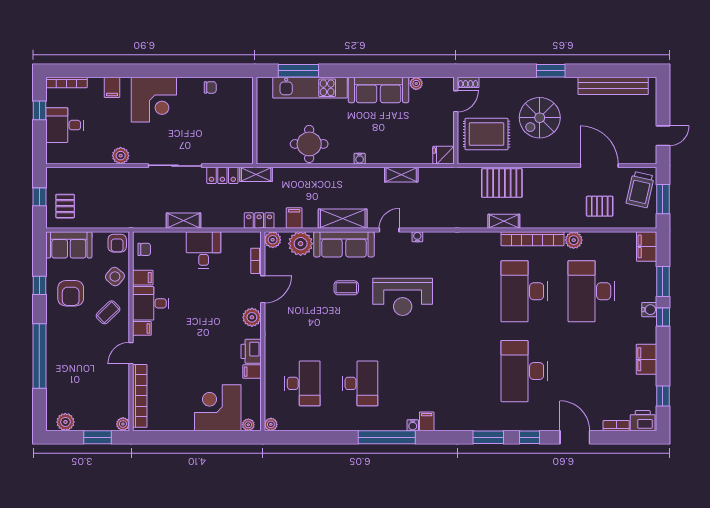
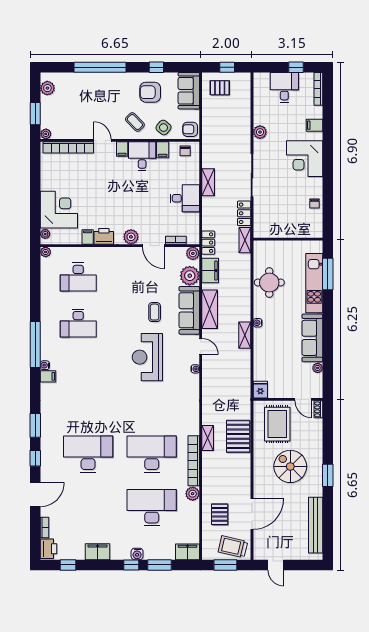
shelving: (401, 175) -> (245, 335), moved
filing cabinet: (294, 218) -> (210, 271), width x2.00

